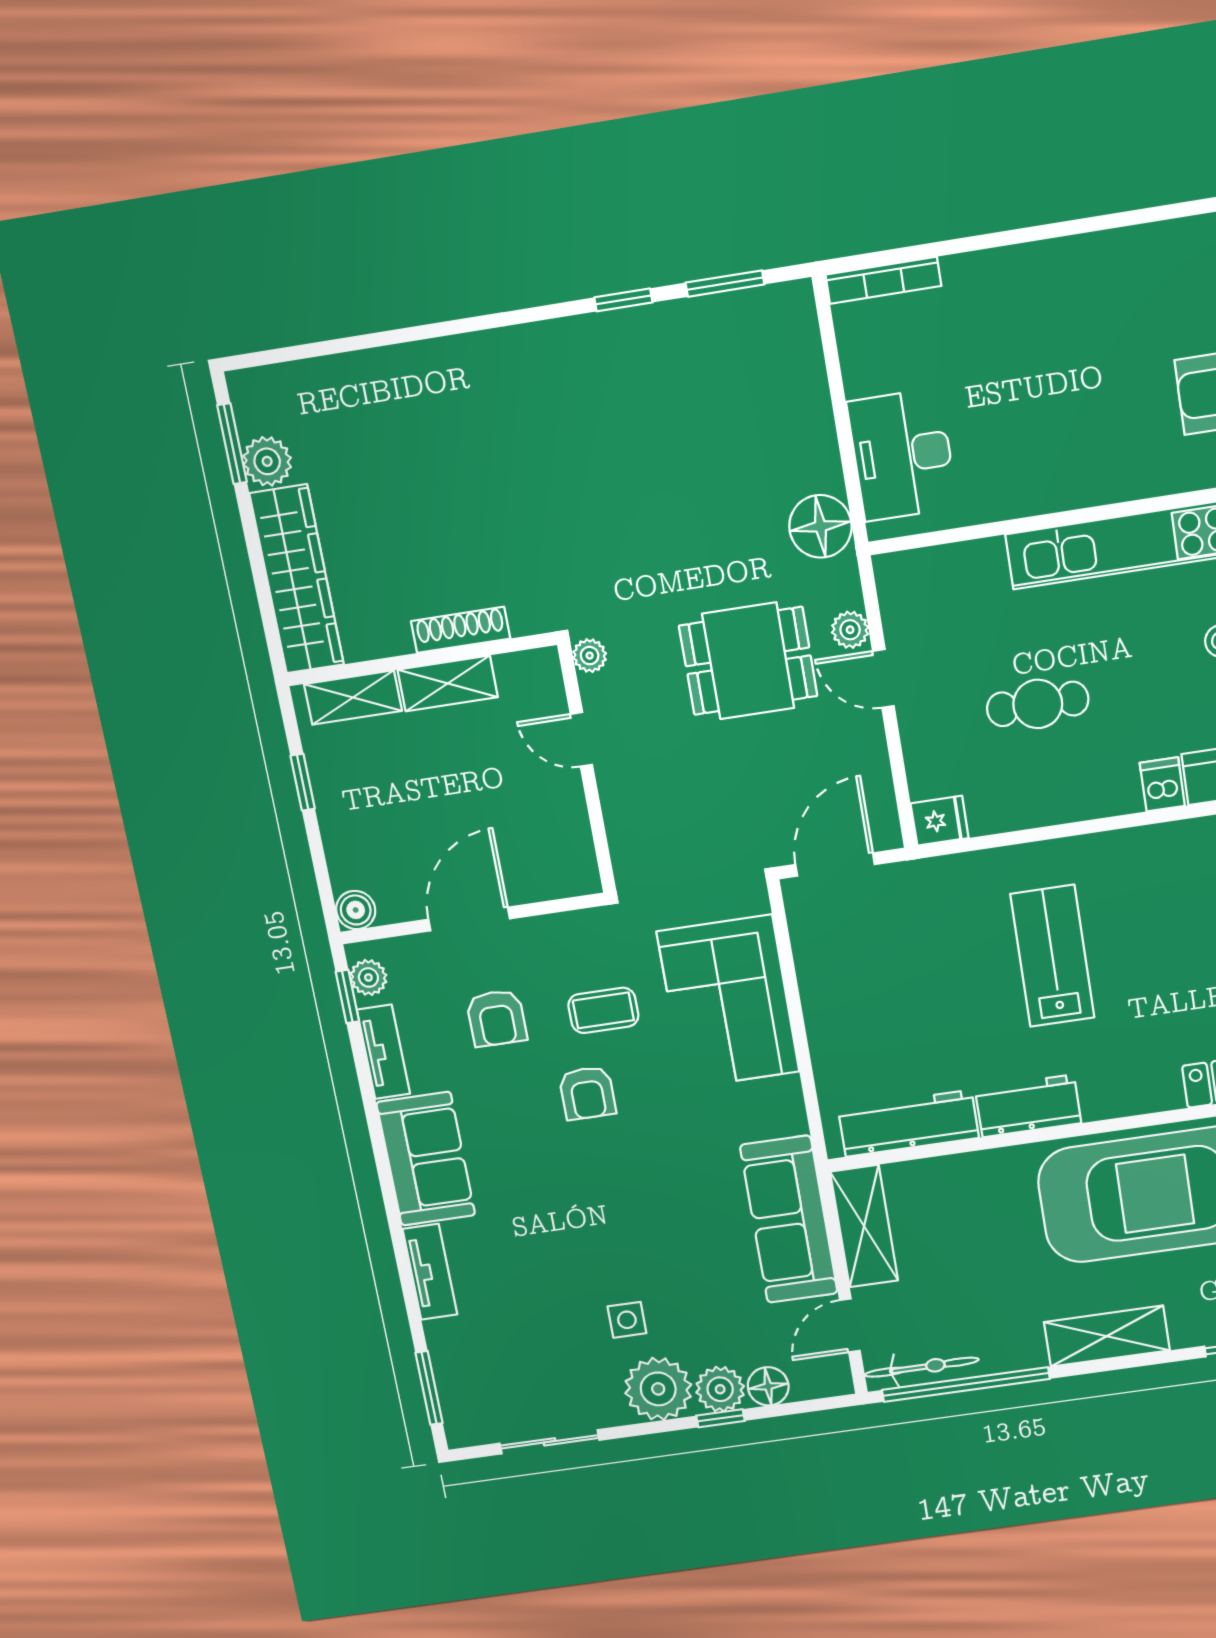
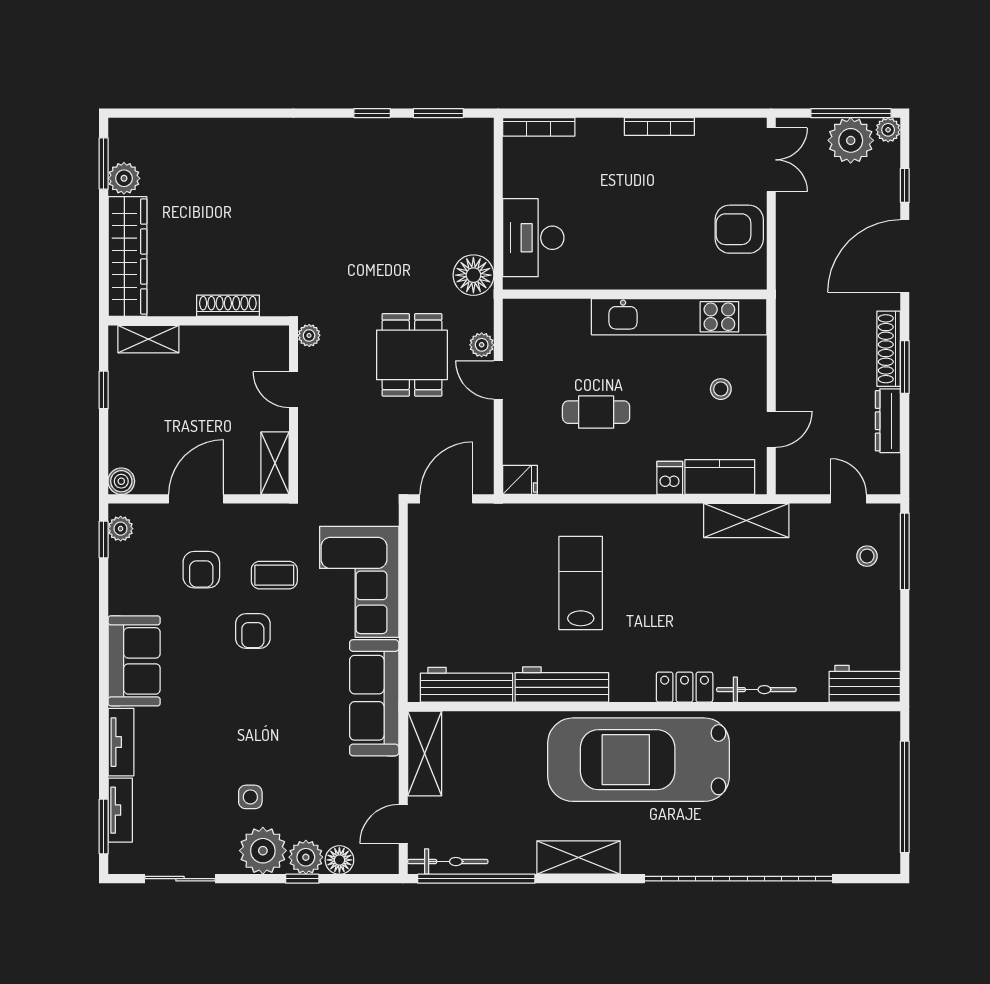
bookcase: (1070, 250) -> (659, 127), added
dining table: (748, 661) -> (412, 355), turned 90
shelving: (448, 683) -> (275, 463), moved, turned 90
tv unit: (383, 1052) -> (120, 810), moved
workbench: (1028, 1106) -> (562, 685), width x1.37
sofa: (789, 1219) -> (374, 698), moved

